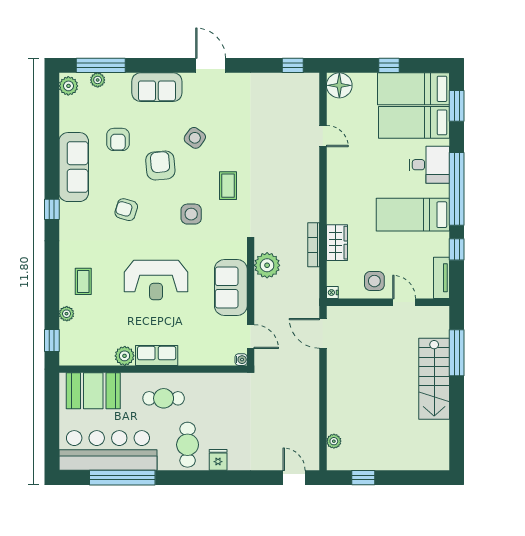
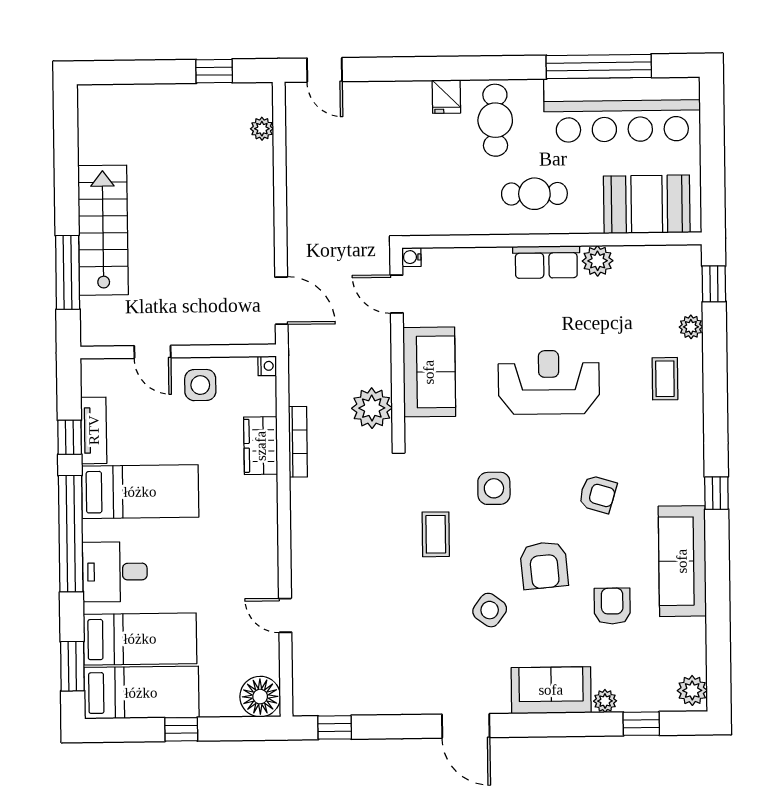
window: (101, 65) -> (641, 724), width x0.46
plant: (98, 80) -> (605, 701), moved
tv unit: (442, 278) -> (94, 430), moved

